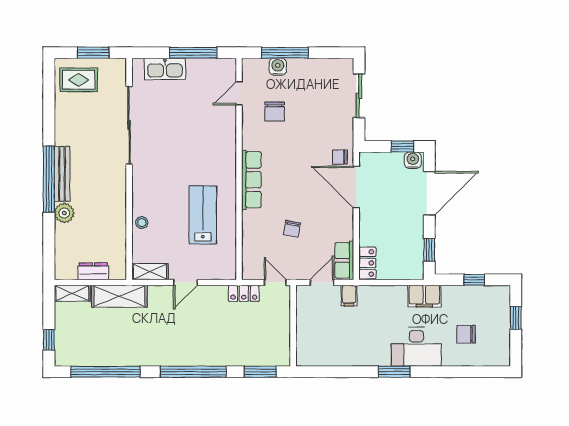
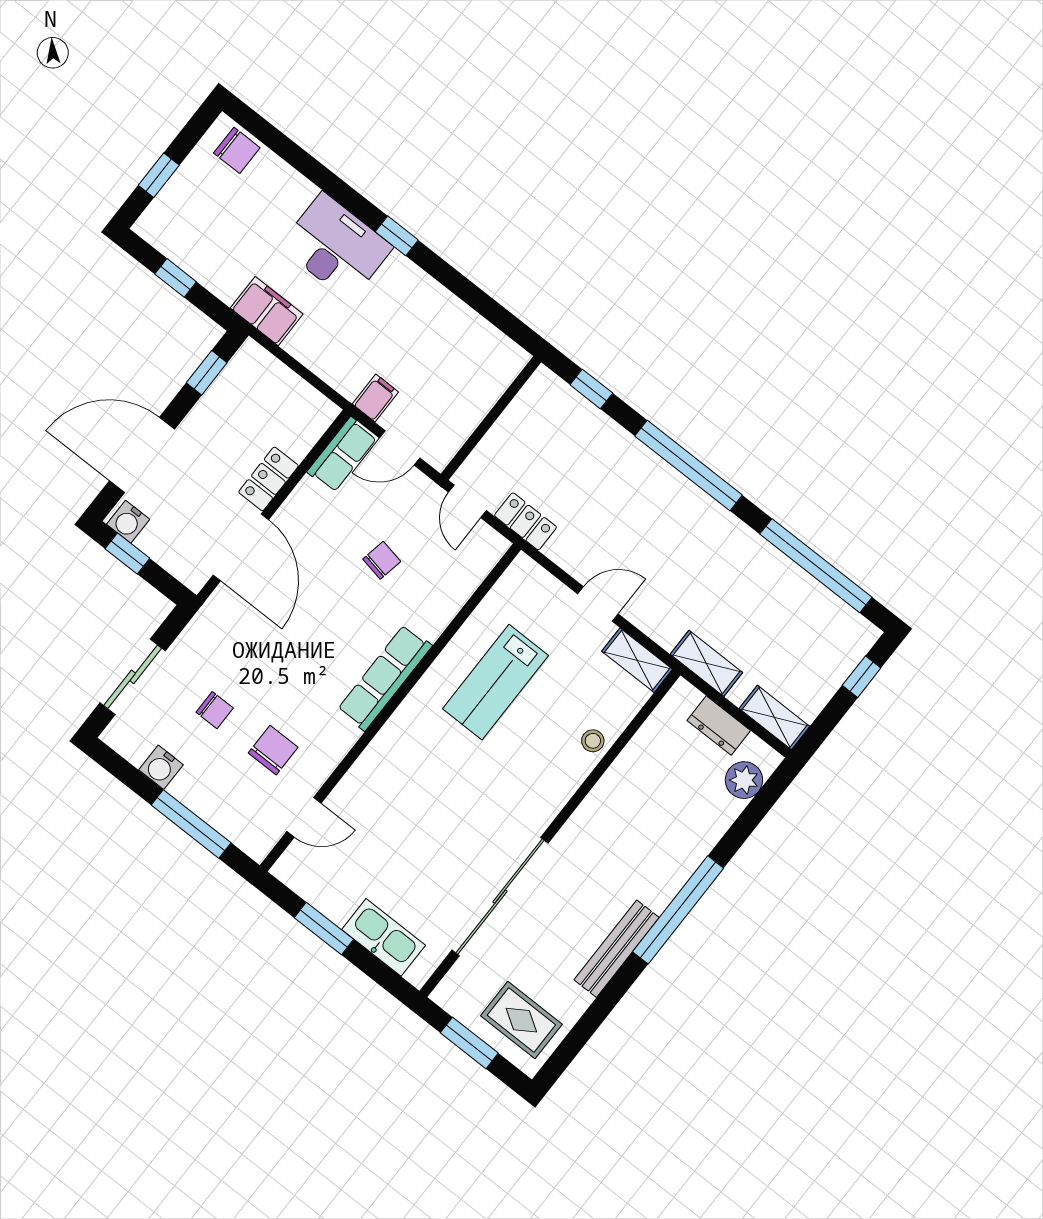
window: (193, 53) -> (324, 929), width x0.69
water cooler: (278, 67) -> (161, 767), moved
chair: (340, 157) -> (215, 710), moved
bench: (62, 174) -> (617, 949), moved
plant: (64, 213) -> (744, 780), moved
locker: (367, 263) -> (268, 479), moved
shelving: (119, 296) -> (706, 663), width x0.67, depth x0.75
chair: (466, 334) -> (237, 150), moved
window: (260, 372) -> (591, 389), width x0.67
window: (394, 372) -> (397, 236), width x0.67

